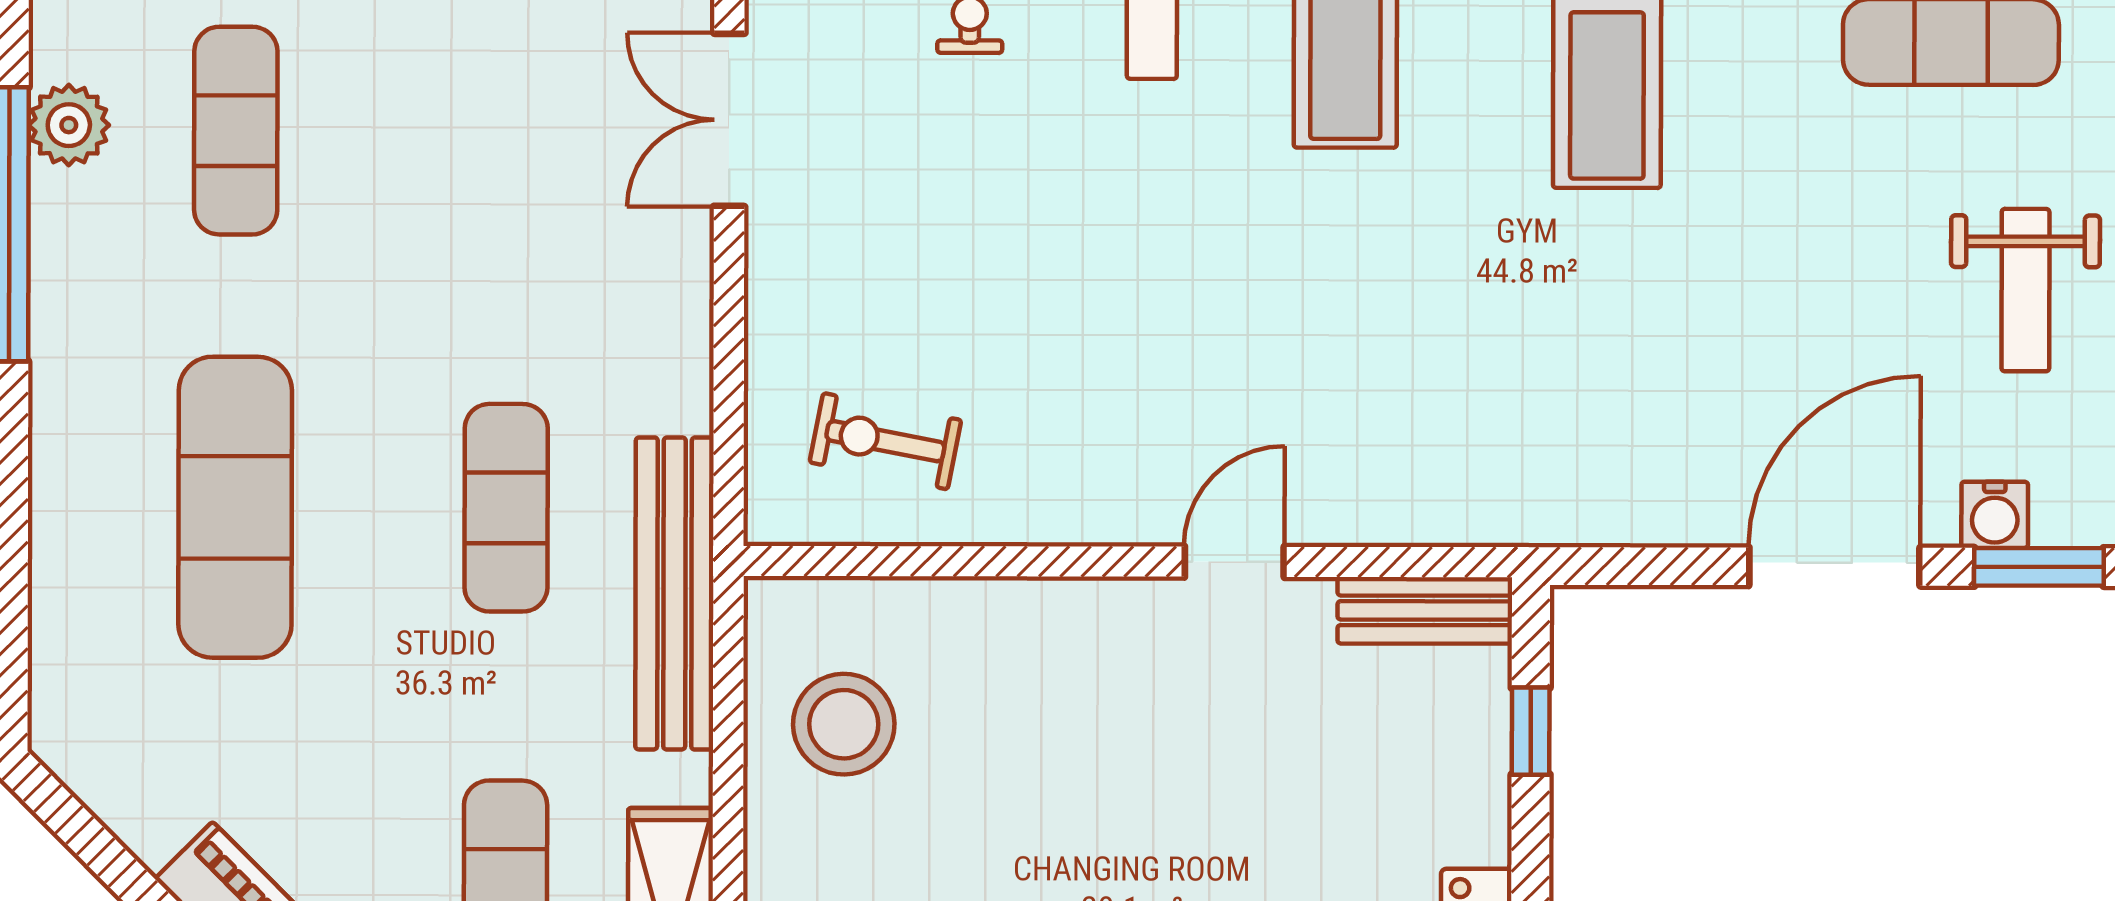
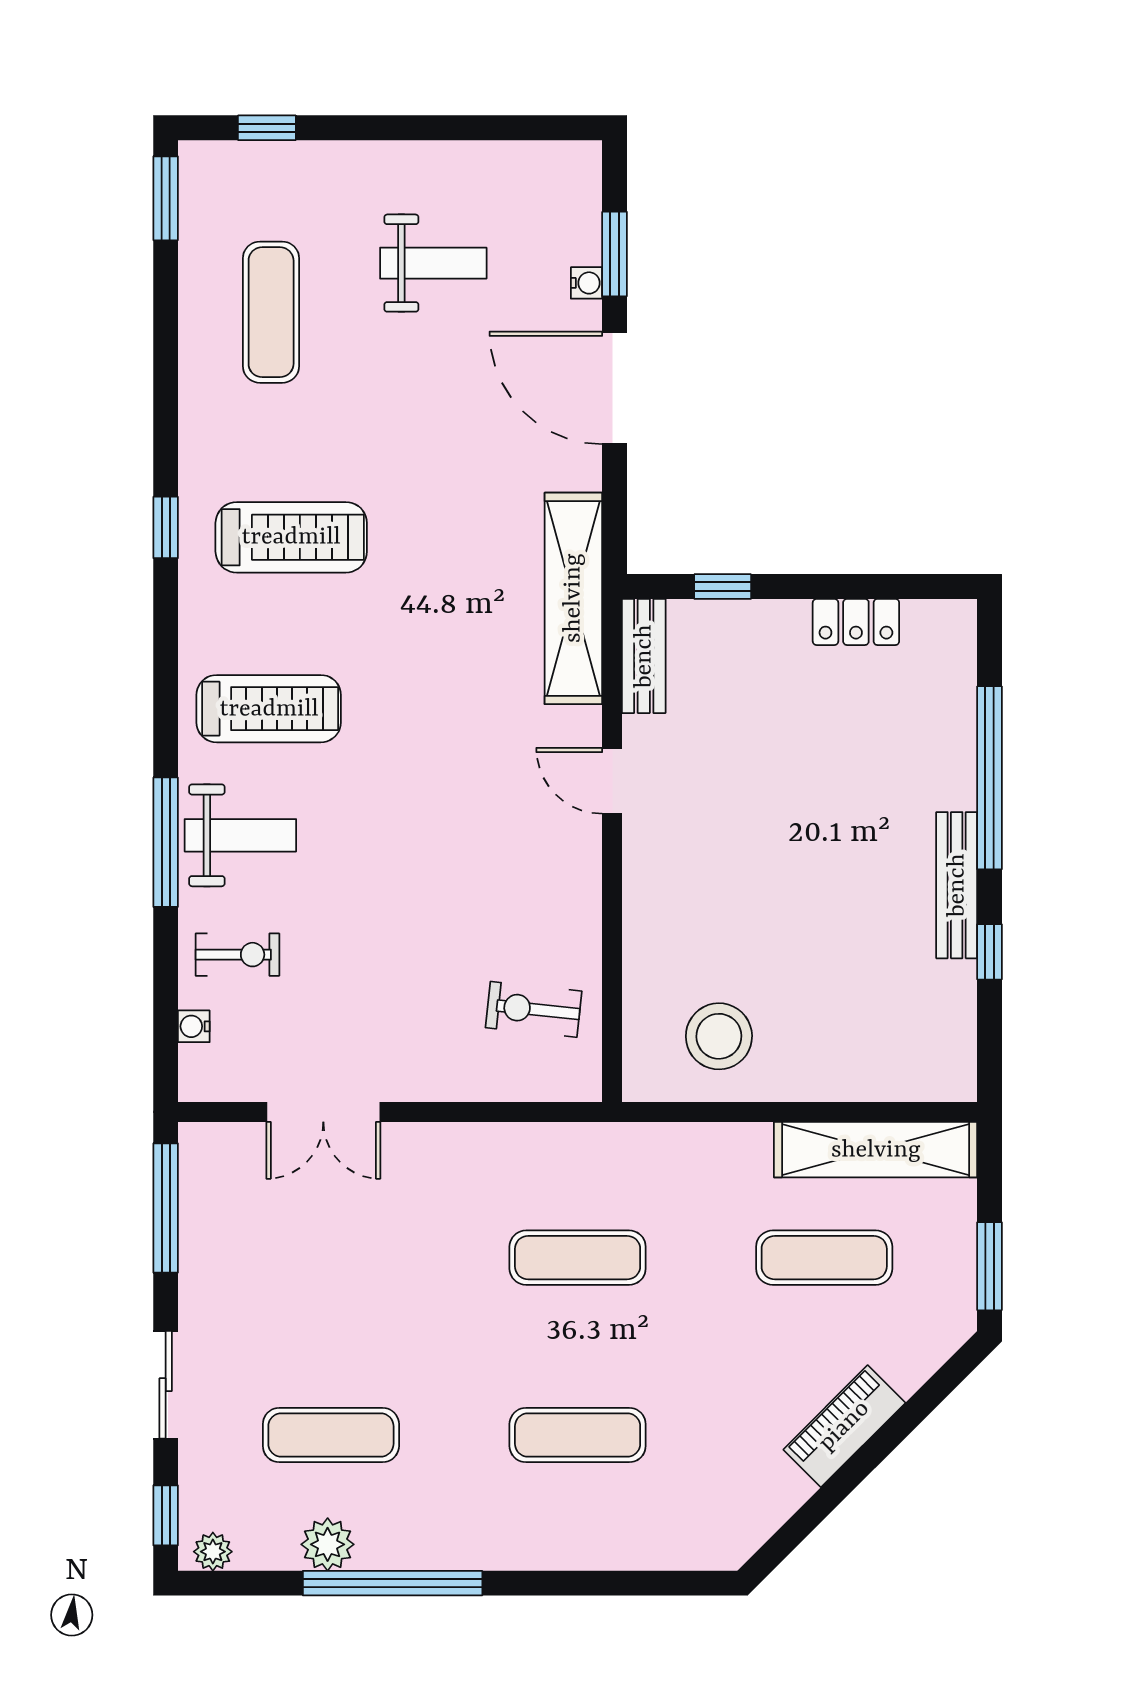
exercise bike: (885, 441) -> (534, 1009), turned 85
shelving: (1513, 503) -> (573, 598), added
exercise mat: (235, 507) -> (578, 1435), width x0.73, depth x0.69
water cooler: (1995, 515) -> (587, 283), width x0.72, depth x0.72
bench: (674, 593) -> (634, 1147), removed

